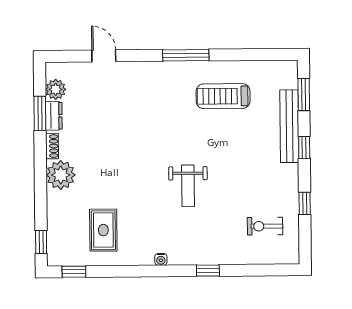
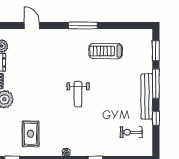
bench: (289, 126) -> (147, 97), moved
window: (304, 147) -> (156, 83), width x2.17
weight bench: (188, 186) -> (78, 94), moved

